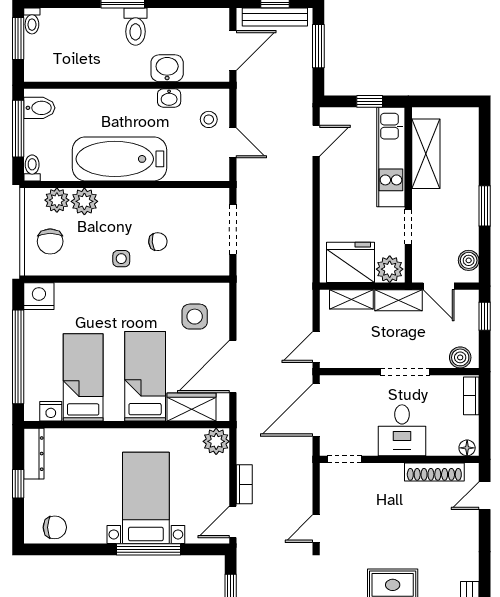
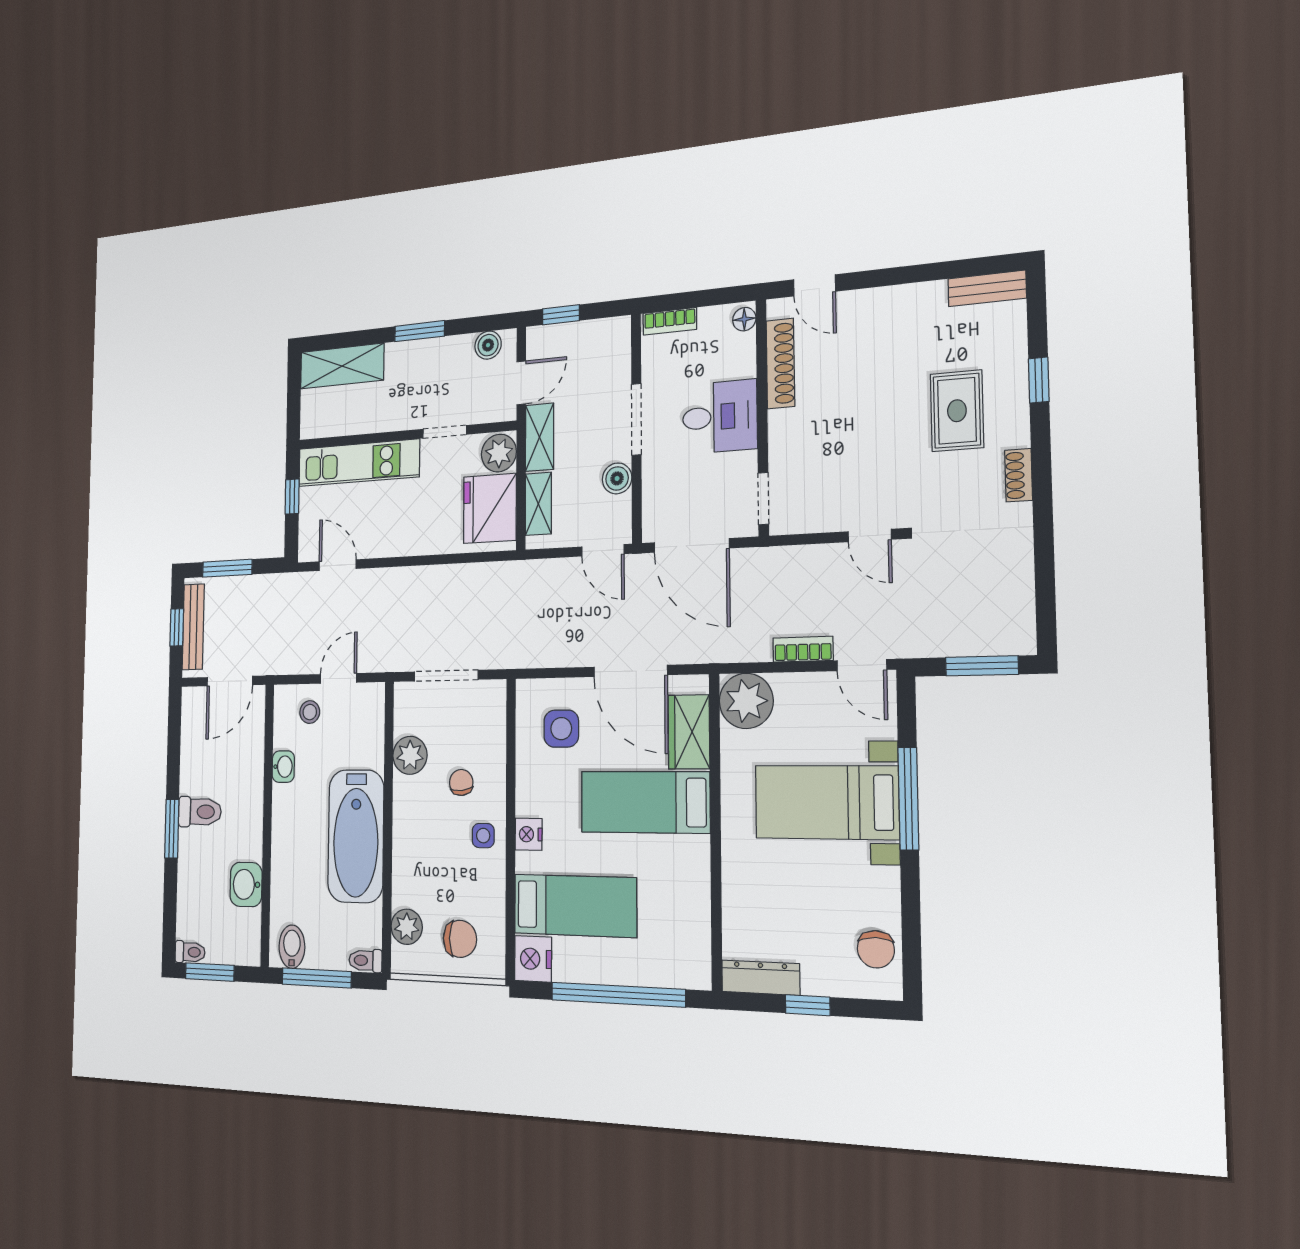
door: (233, 50) -> (230, 681), swing flipped
washbasin: (167, 68) -> (246, 884), moved
shelving: (426, 154) -> (342, 366), moved
plant: (84, 201) -> (410, 755), moved
boiler: (460, 357) -> (617, 478), moved
bed: (83, 377) -> (575, 906), moved, turned 180
nightstand: (51, 411) -> (529, 834), moved, turned 180
plant: (216, 441) -> (746, 701), width x1.36, depth x1.36
chair: (55, 527) -> (876, 949), turned 180

